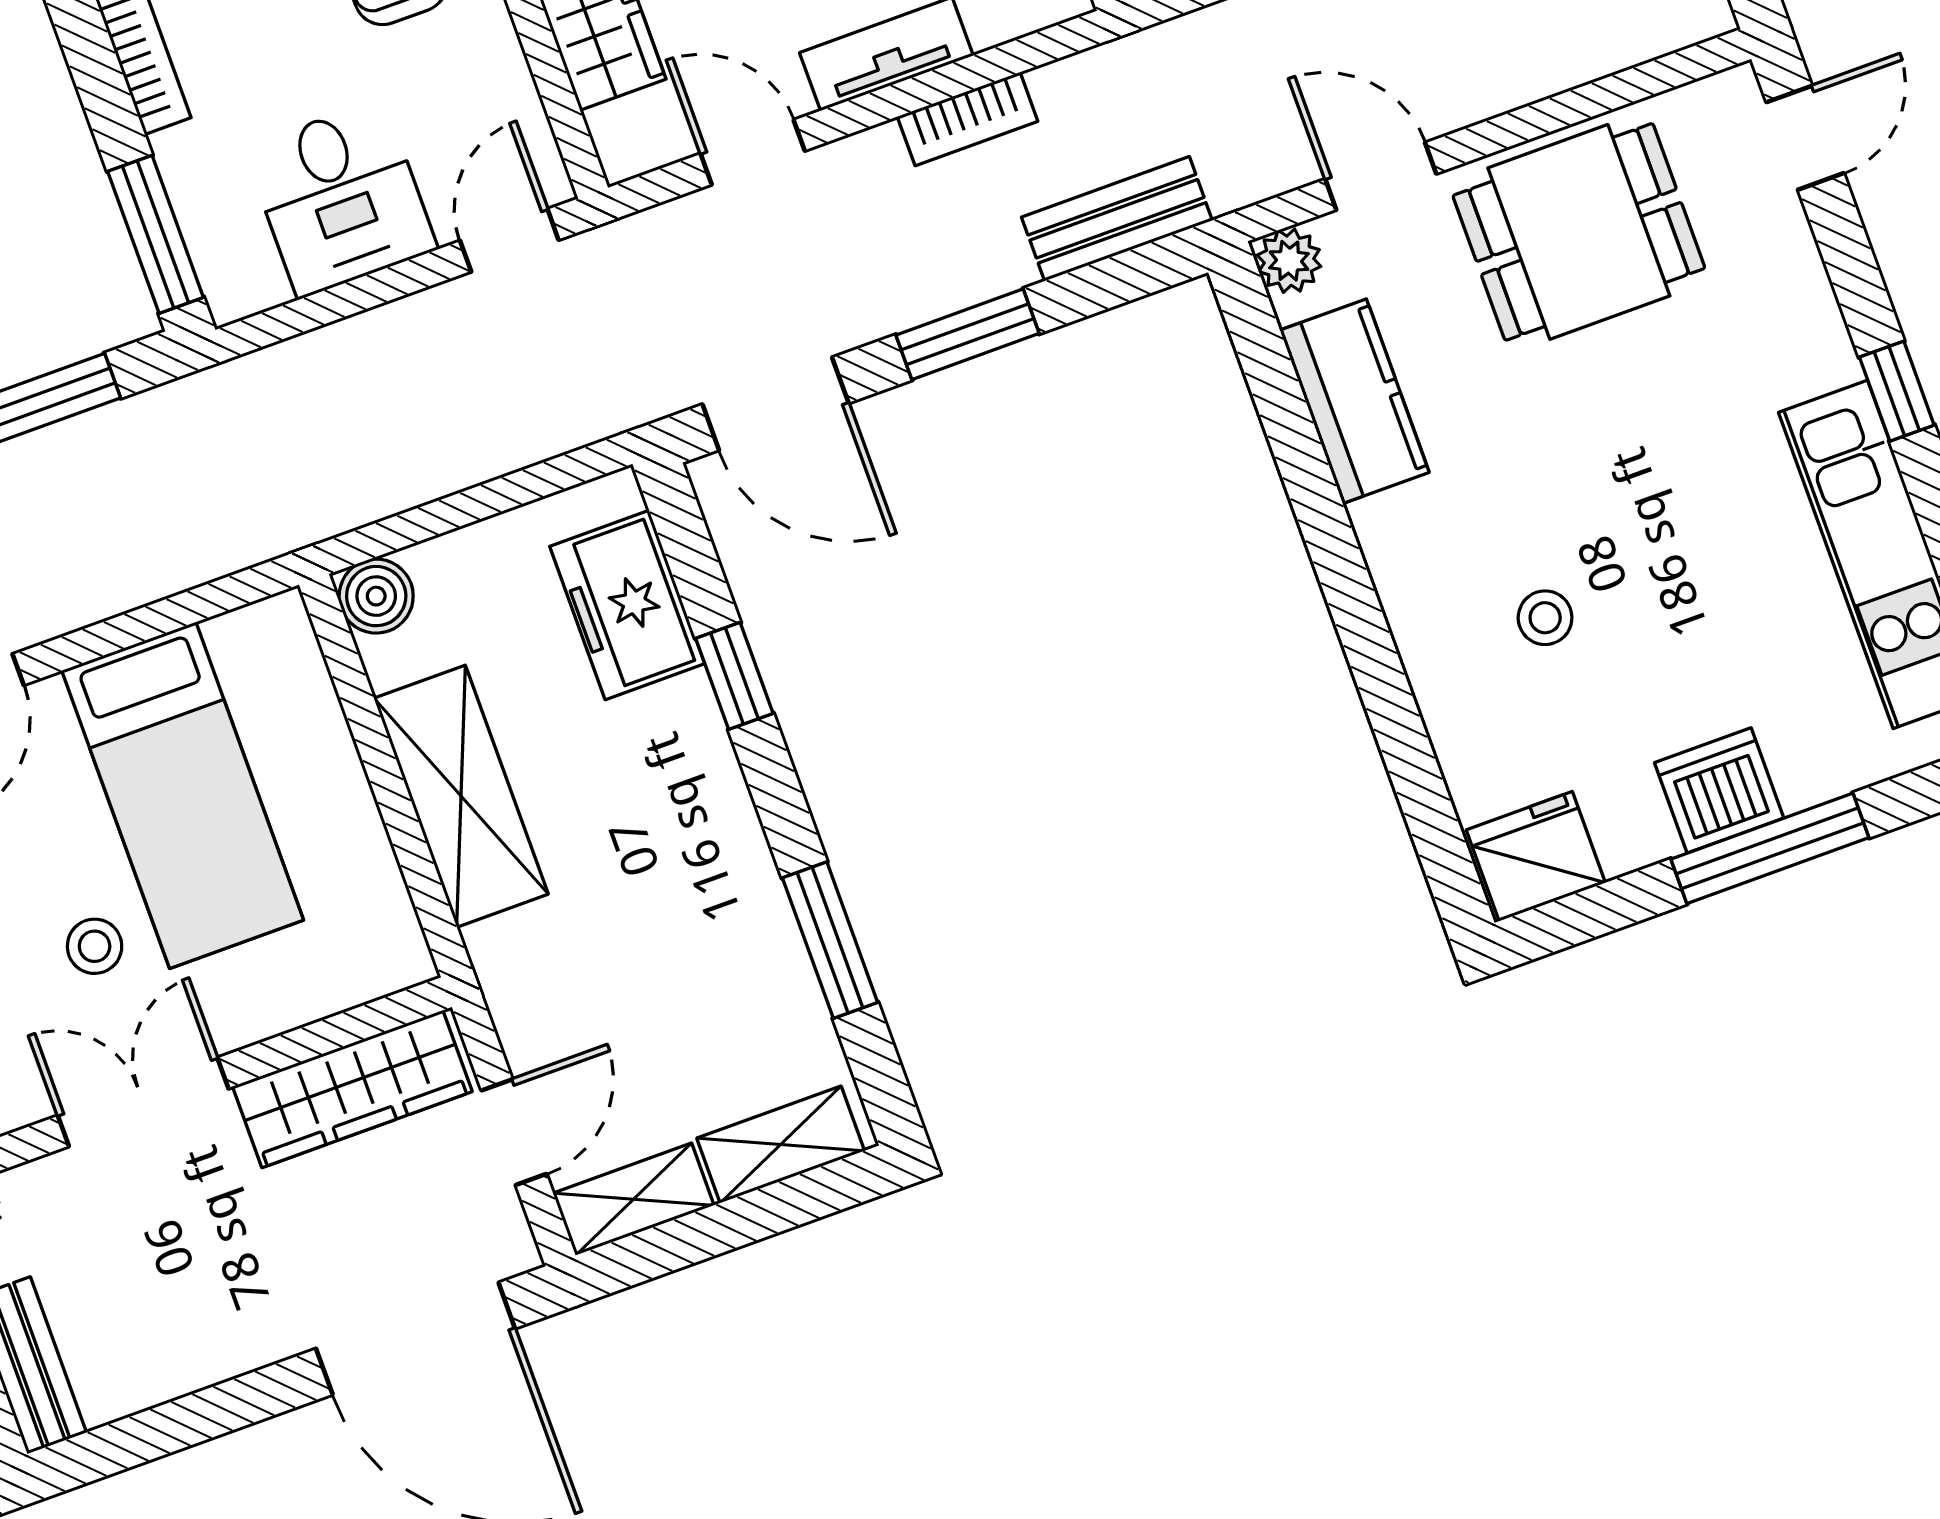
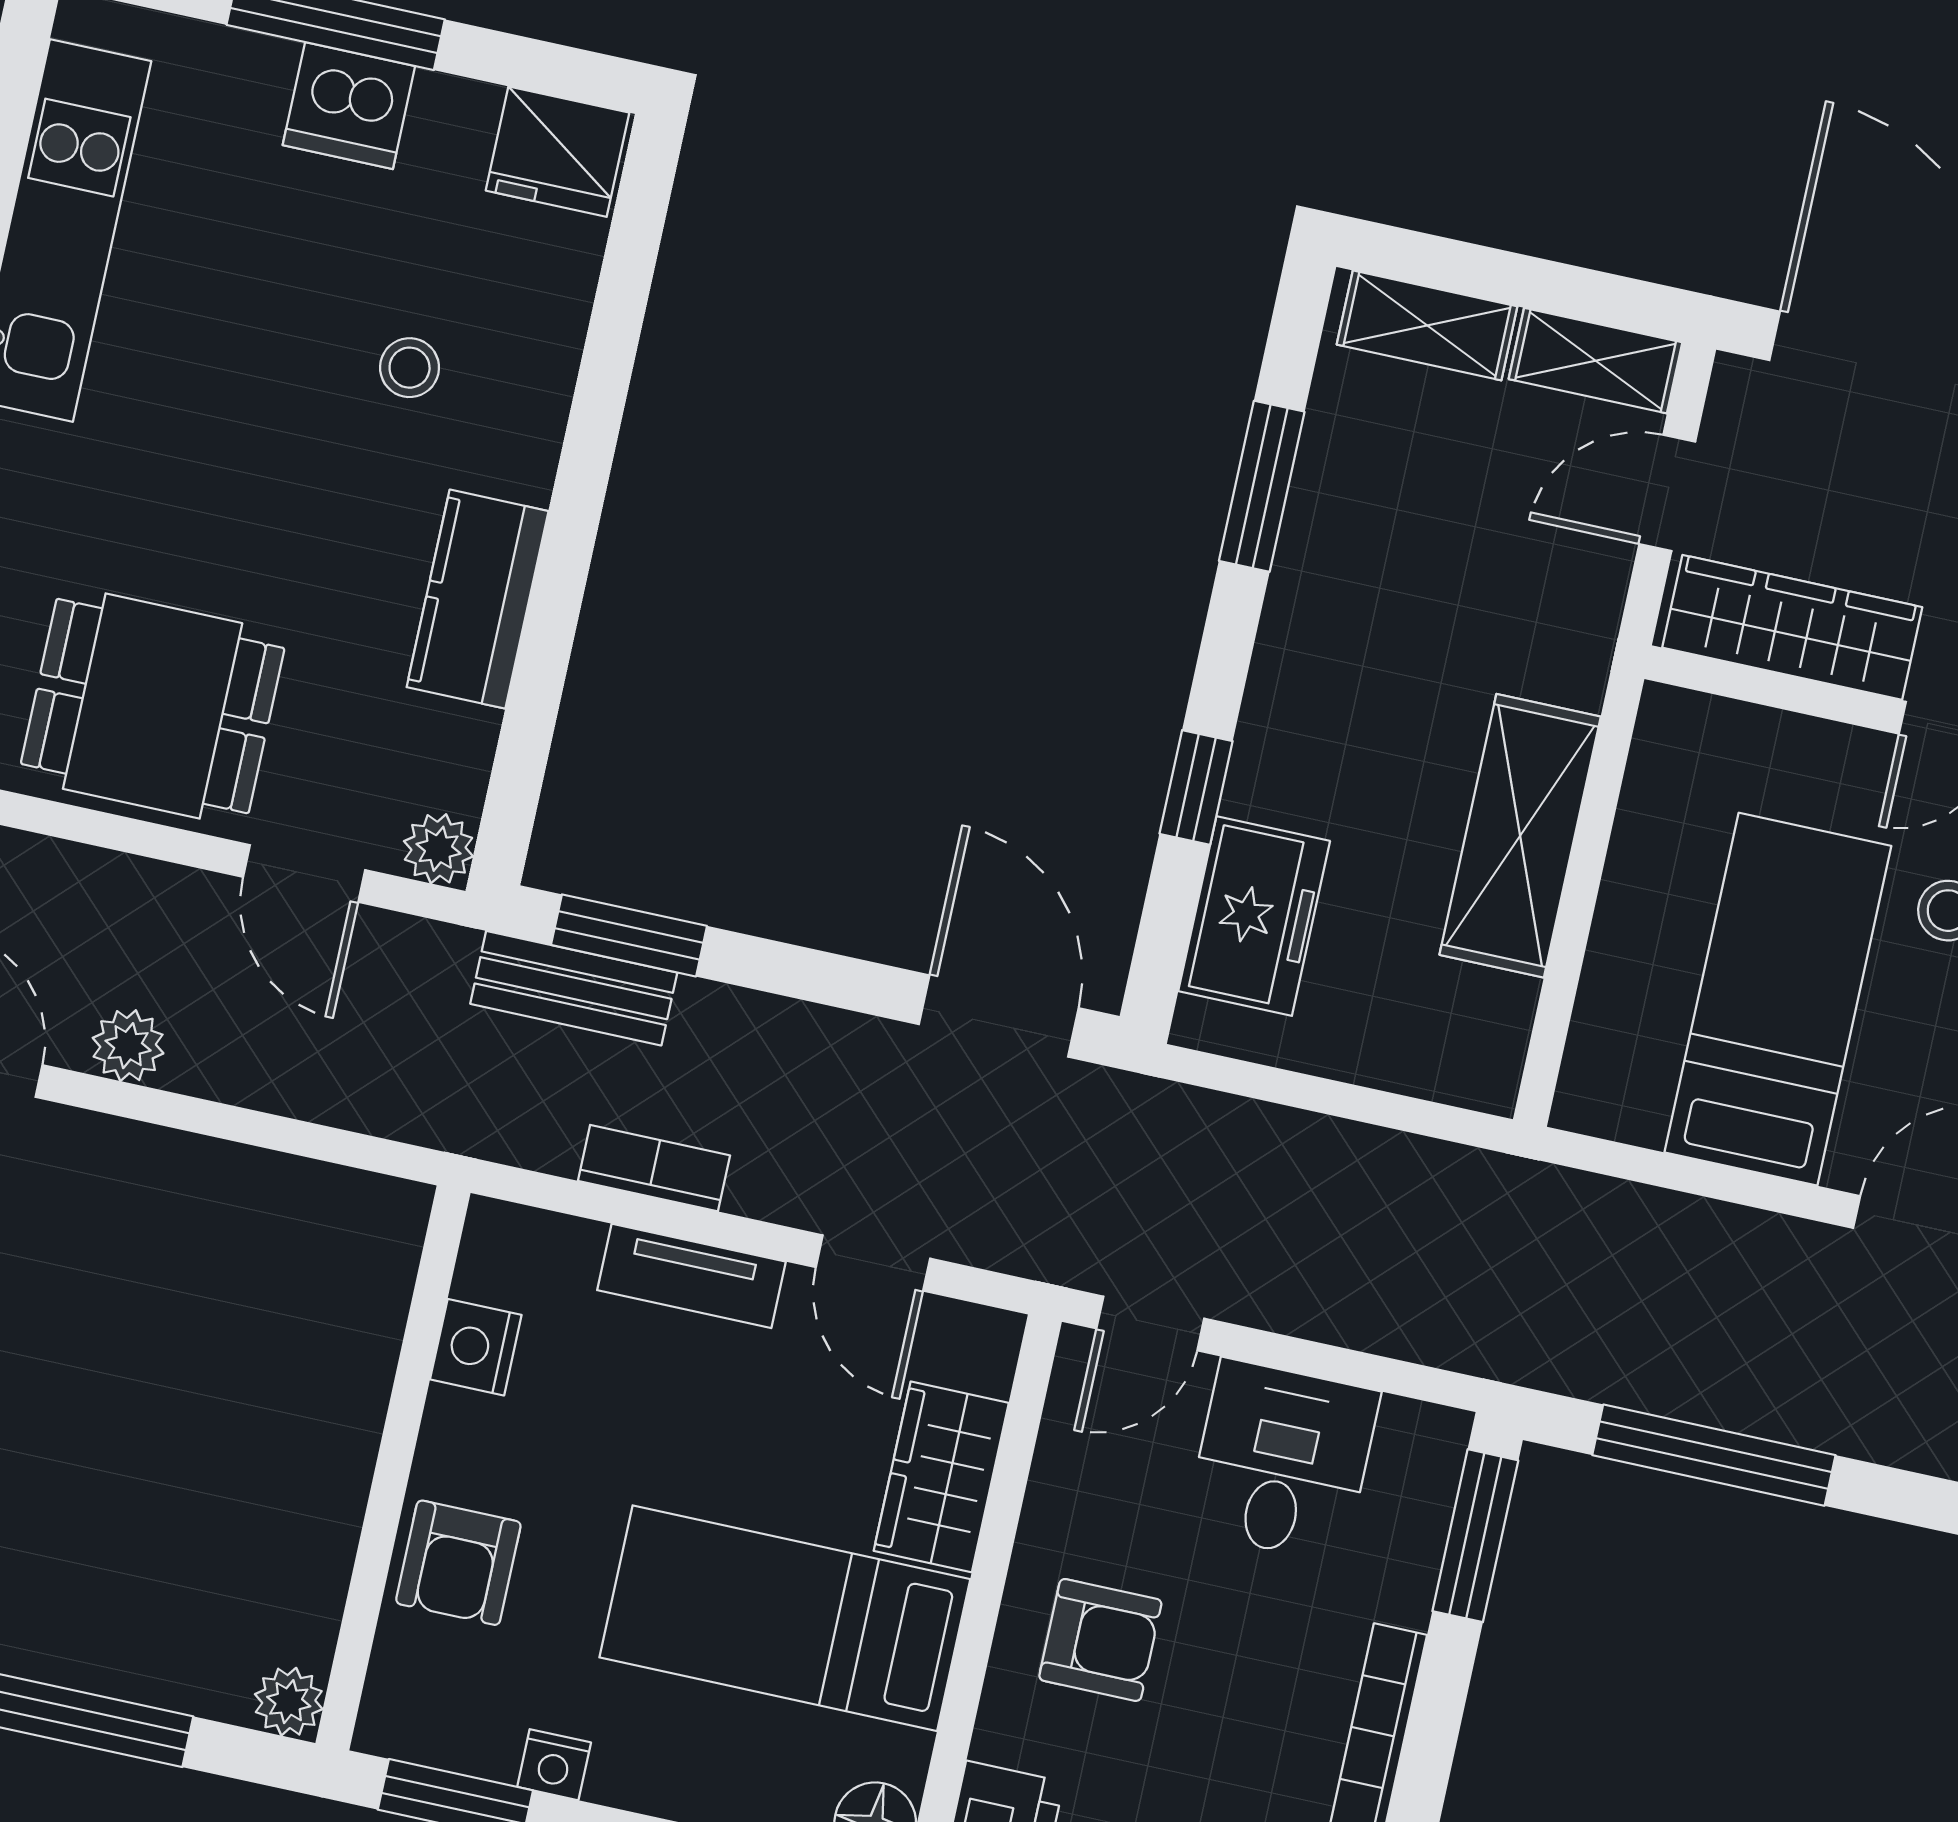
window: (968, 334) -> (629, 935), moved
kitchen counter: (1354, 401) -> (478, 599), moved
boiler: (376, 596) -> (1482, 1071), removed

